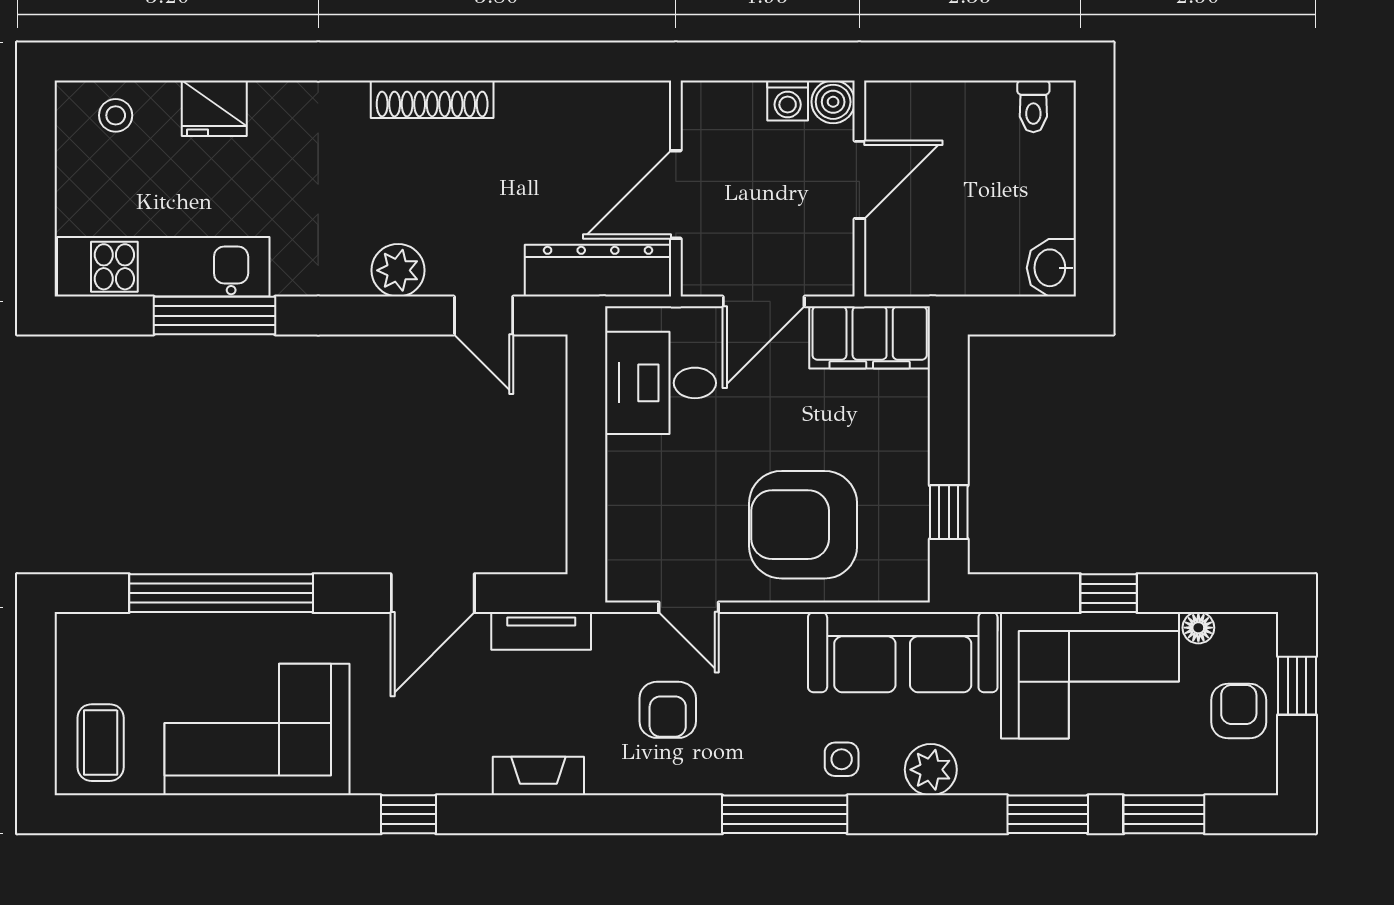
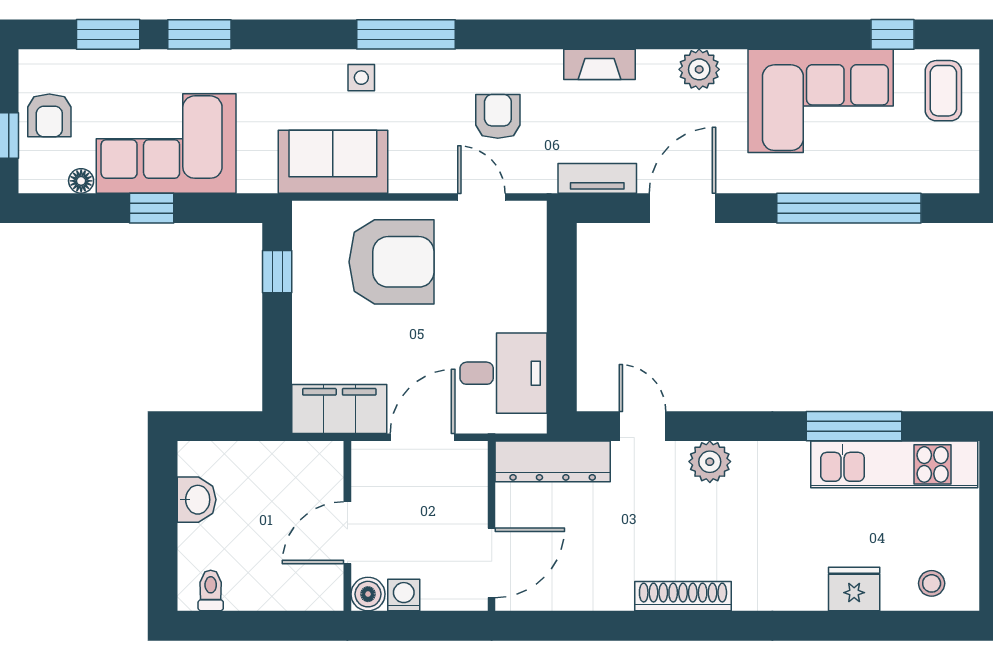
door: (676, 194) -> (492, 563), moved
washbasin: (1051, 268) -> (197, 500), moved
sofa: (903, 652) -> (333, 162), width x0.73
plant: (931, 770) -> (699, 69), moved
window: (408, 814) -> (892, 34), moved

